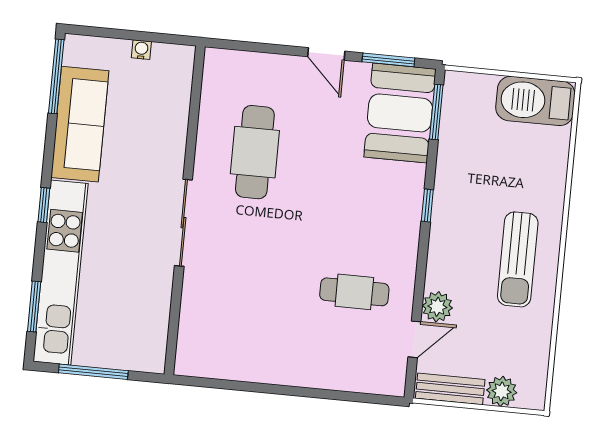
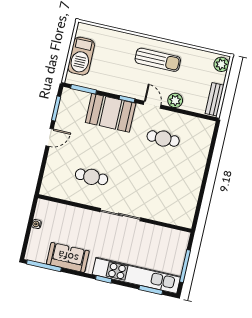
barbecue: (535, 101) -> (81, 56), moved
booth: (400, 113) -> (111, 113), moved
sofa: (80, 124) -> (68, 257), width x0.73
cafe table: (255, 152) -> (91, 177), width x0.73, depth x0.74
cafe table: (354, 292) -> (163, 139), turned 90
door: (414, 339) -> (152, 105), moved
plant: (502, 391) -> (221, 64), moved

